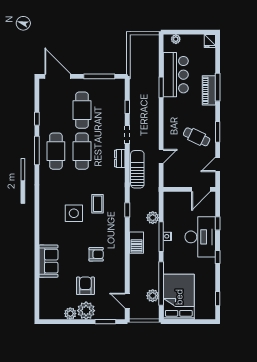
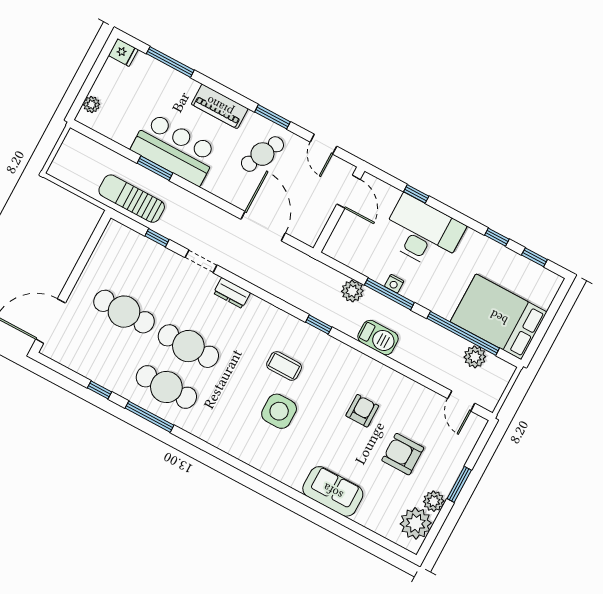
bar counter: (176, 75) -> (175, 149), moved
window: (99, 76) -> (85, 256), removed
window: (218, 87) -> (170, 62), moved
piano: (209, 90) -> (220, 106), moved
door: (161, 156) -> (263, 226), width x1.88
sun lounger: (137, 169) -> (132, 199), moved
window: (218, 257) -> (497, 237), moved
door: (127, 301) -> (461, 401), hinge flipped
plant: (86, 311) -> (416, 523), moved
window: (105, 322) -> (459, 484), moved

